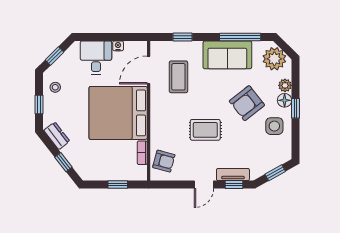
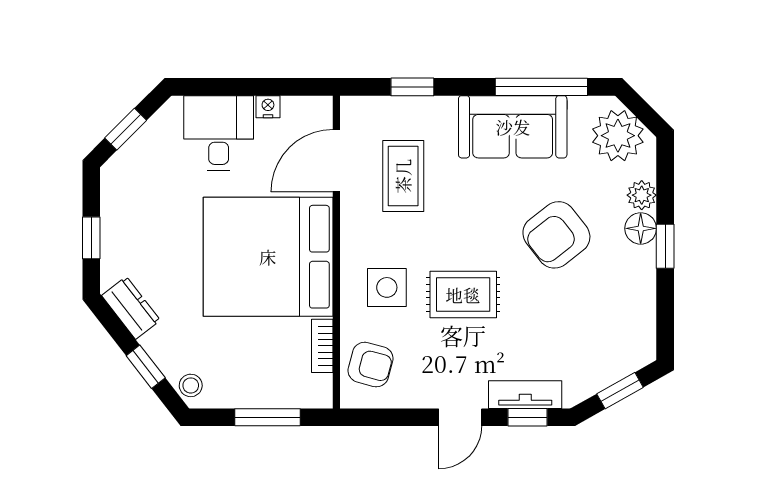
stool: (55, 87) -> (191, 385), moved
side table: (274, 126) -> (387, 287), moved
window: (118, 185) -> (267, 417), width x1.50

